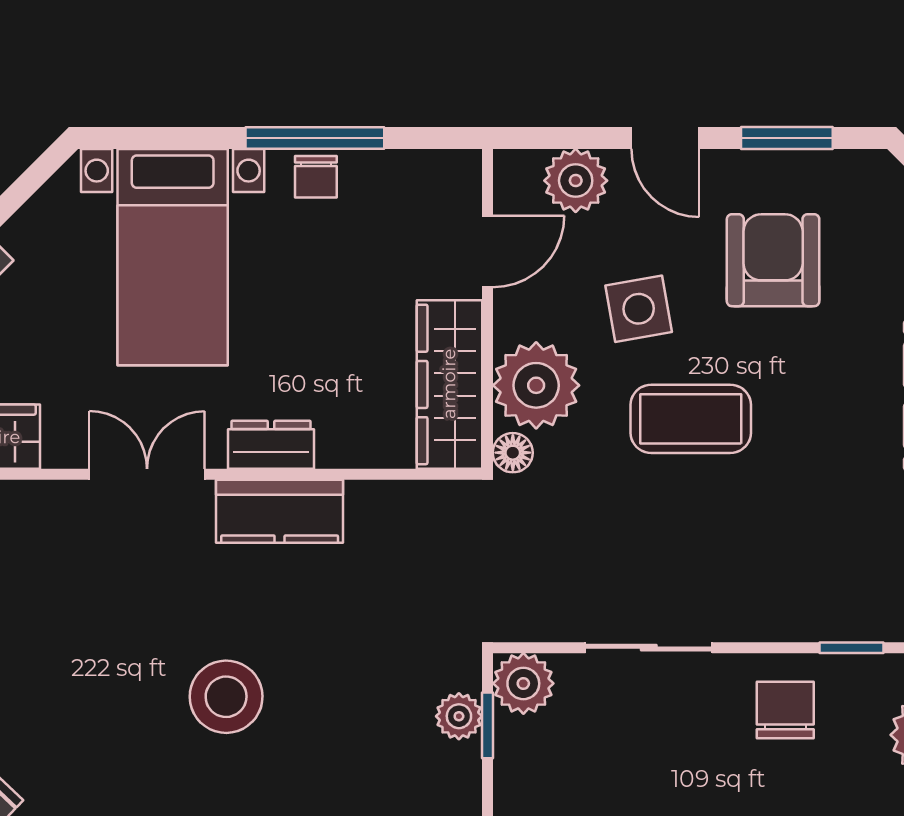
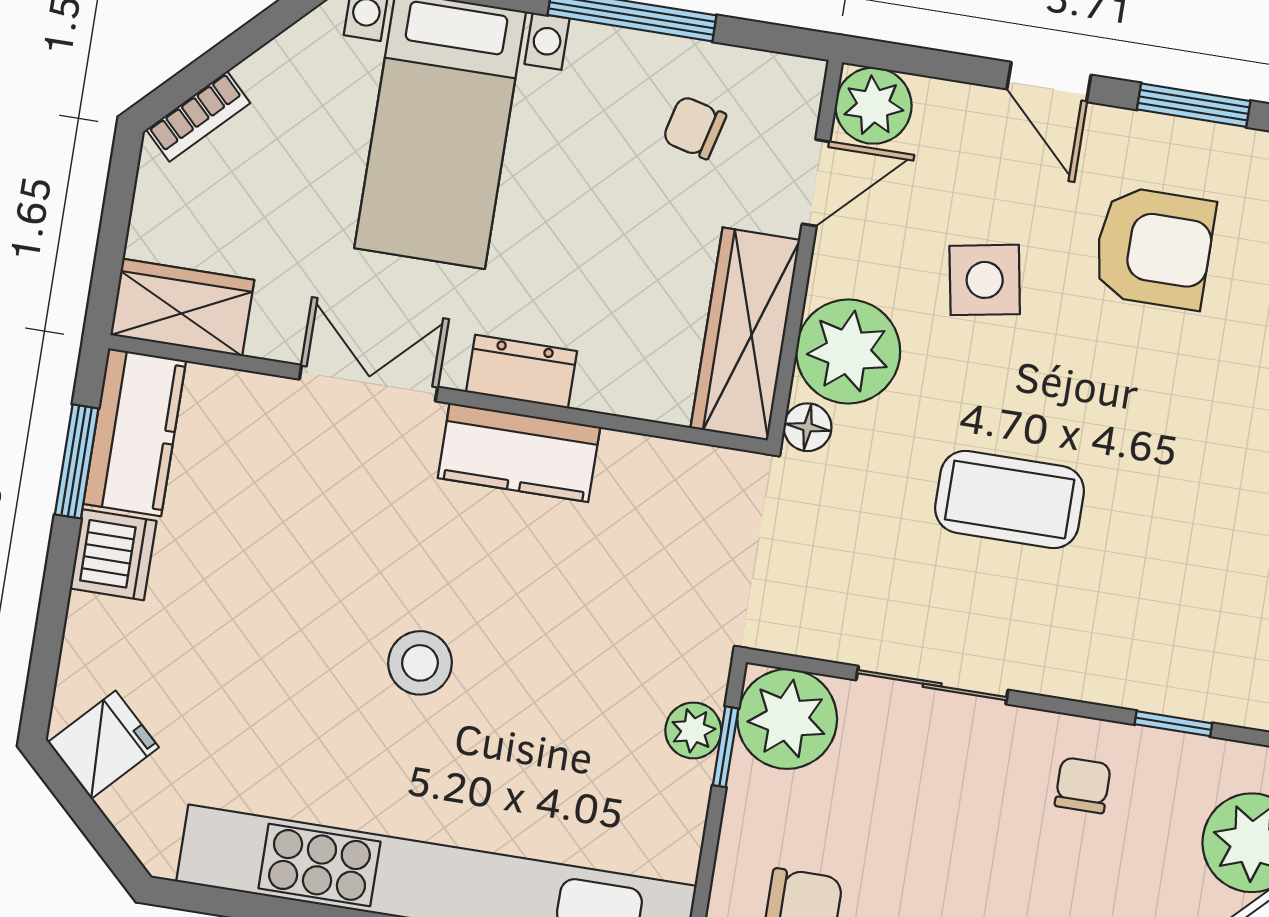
chair: (316, 177) -> (694, 127), moved, turned 104
plant: (576, 181) -> (873, 106), moved
armchair: (773, 260) -> (1154, 248), turned 90
coffee table: (691, 419) -> (1010, 500), moved
plant: (523, 683) -> (787, 719), width x1.36, depth x1.36
stool: (226, 697) -> (420, 663), width x0.73, depth x0.73
chair: (785, 710) -> (1083, 785), width x0.73, depth x0.73

